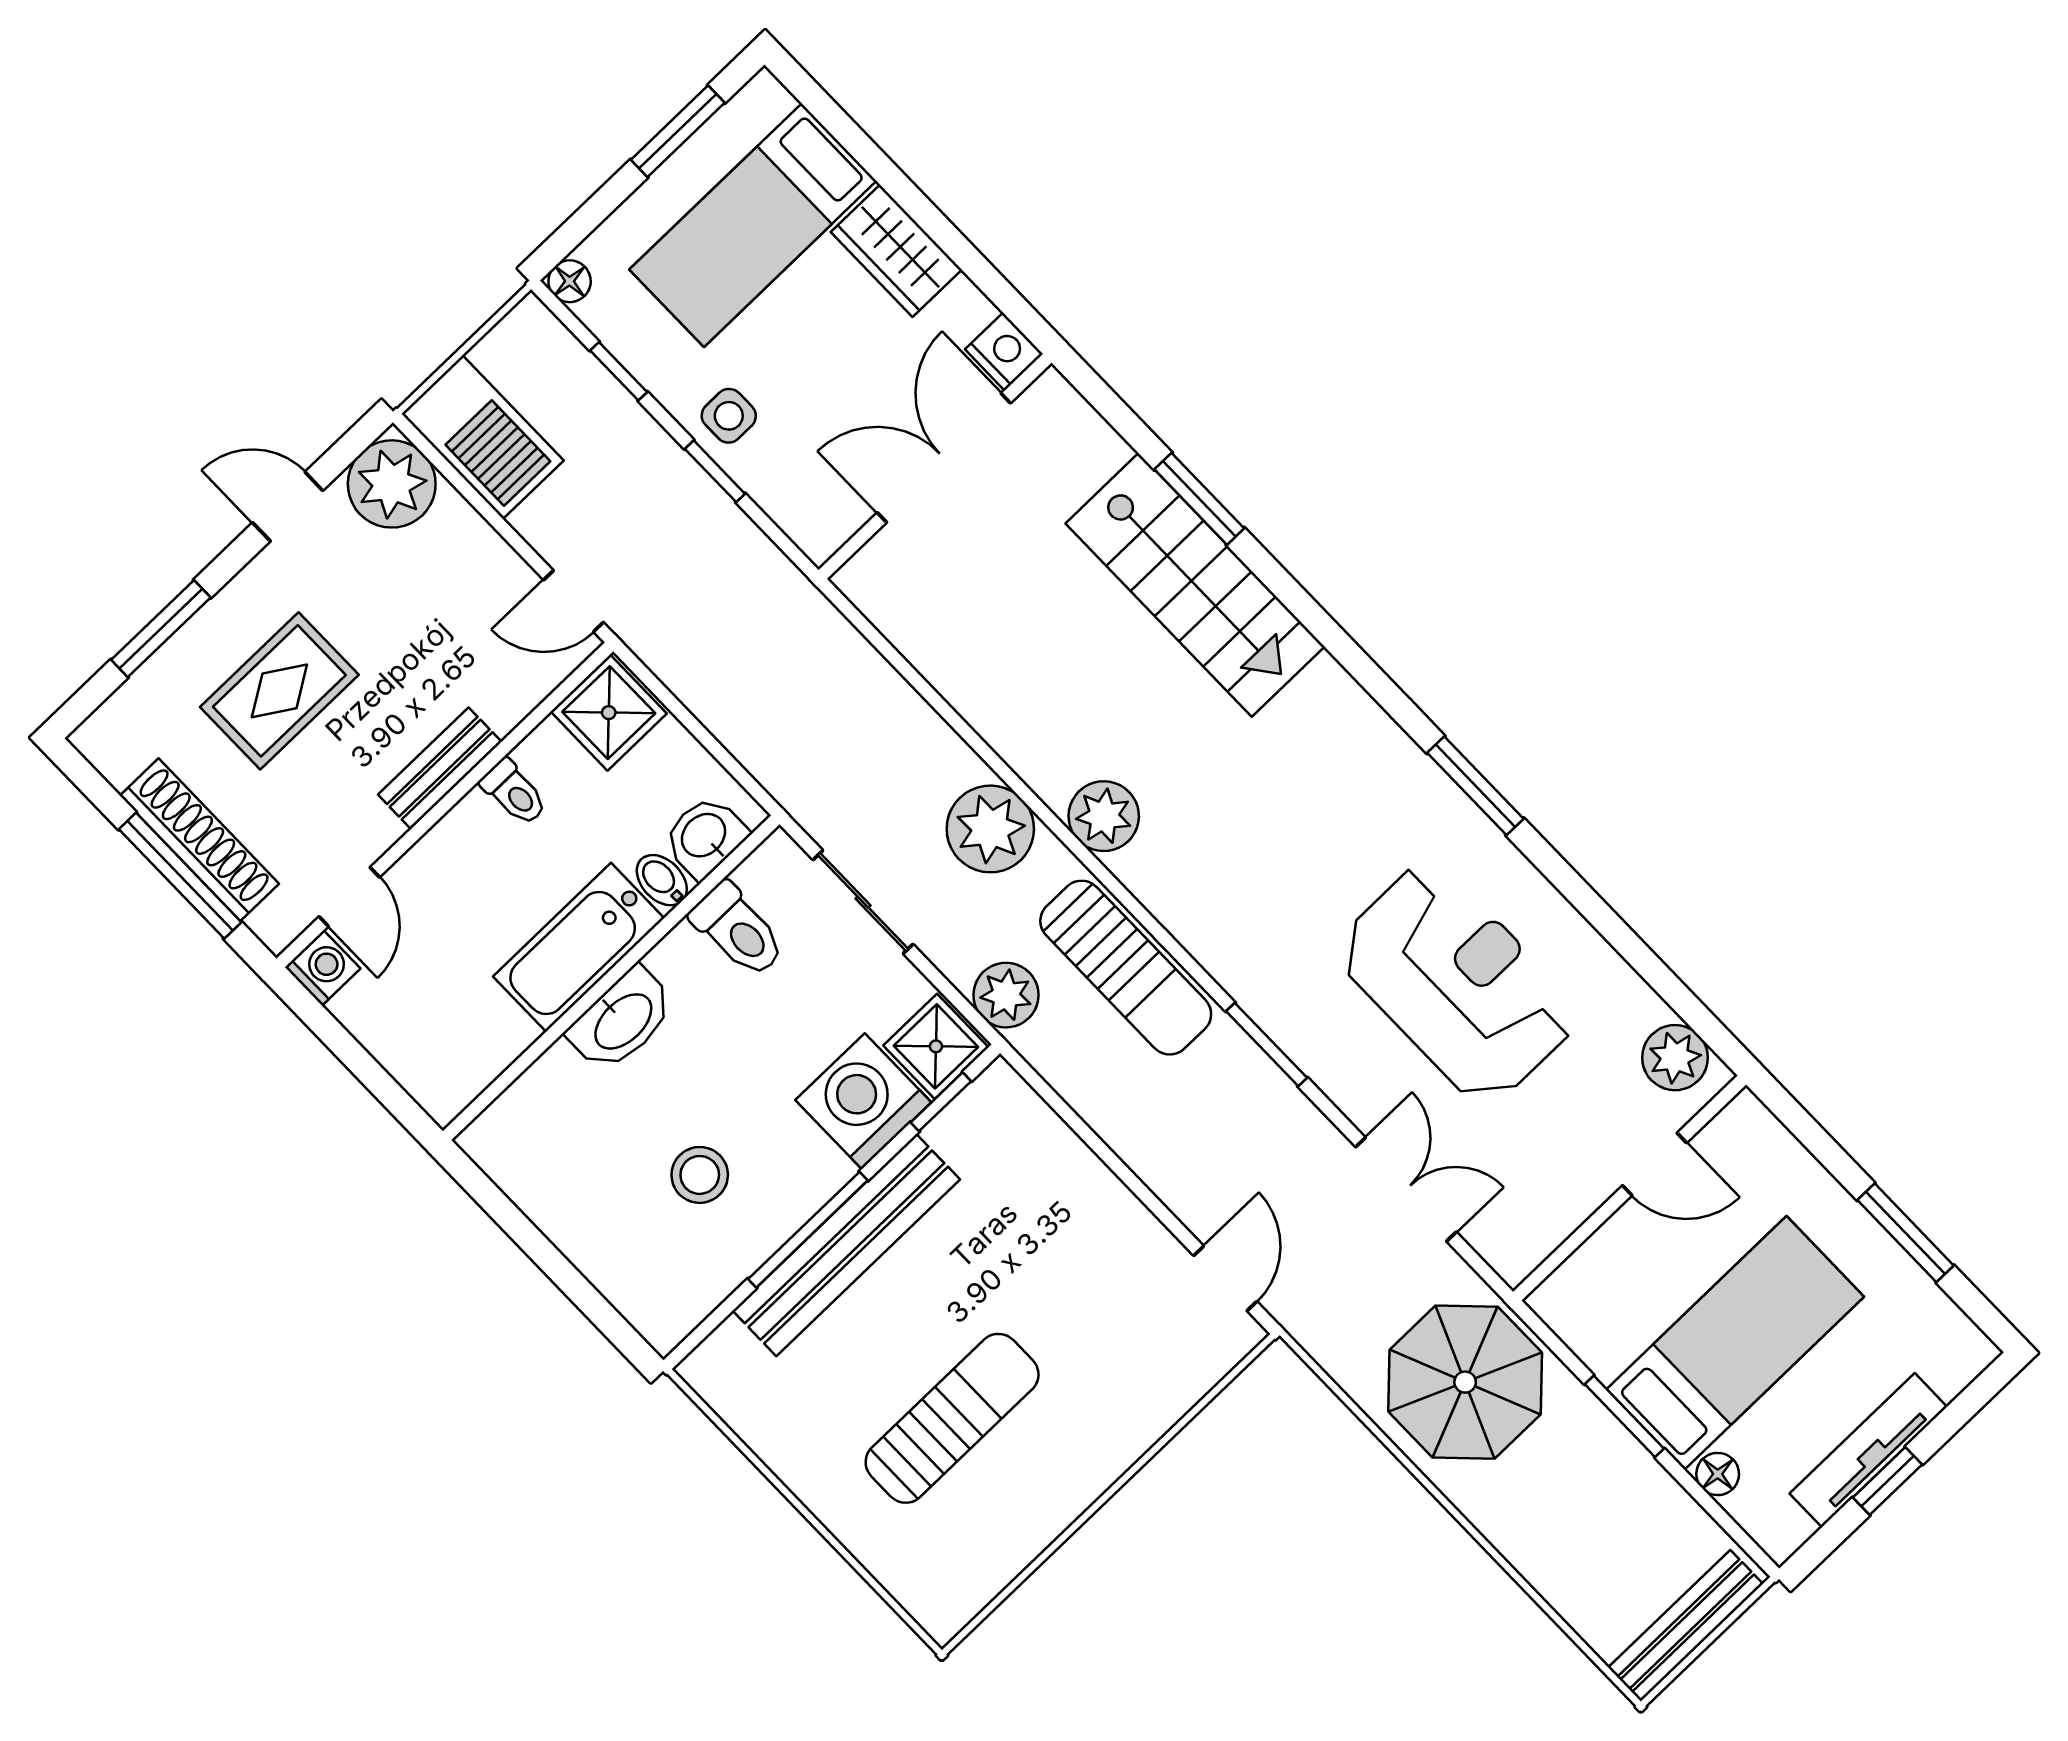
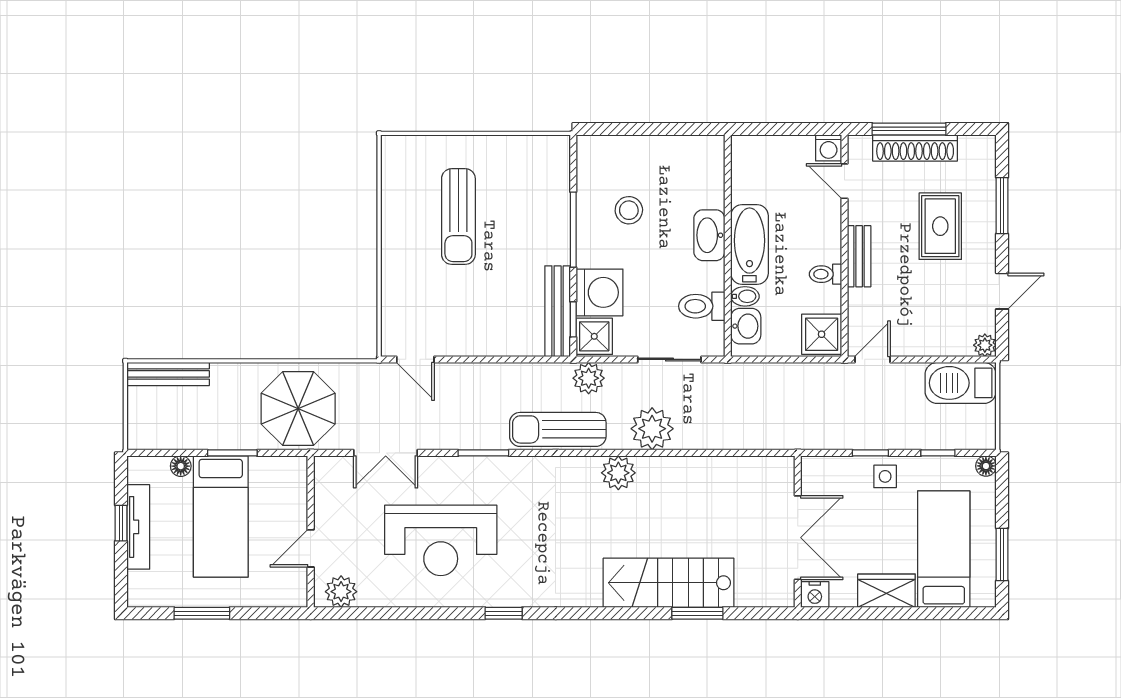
plant: (392, 484) -> (985, 345), width x0.53, depth x0.53
window: (1475, 786) -> (504, 613), width x0.67
bench: (846, 1245) -> (558, 311), moved, width x0.73, depth x0.82
bench: (1686, 1626) -> (168, 374), moved, turned 90

